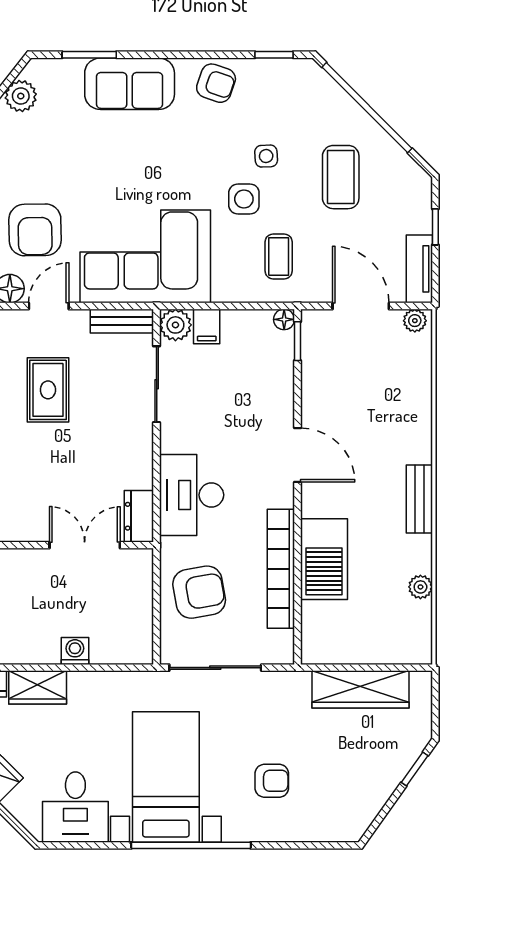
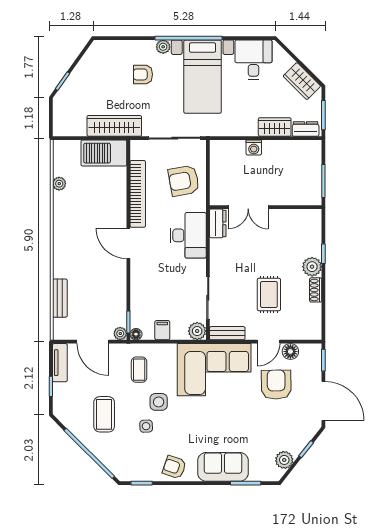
plant: (415, 321) -> (120, 334), moved
filing cabinet: (207, 326) -> (162, 330), moved
door: (298, 455) -> (128, 244), moved
bench: (419, 499) -> (60, 298), moved
barbecue: (324, 559) -> (104, 153), moved, turned -90
wardrobe: (360, 689) -> (114, 126), moved
plant: (236, 830) -> (163, 47), added

